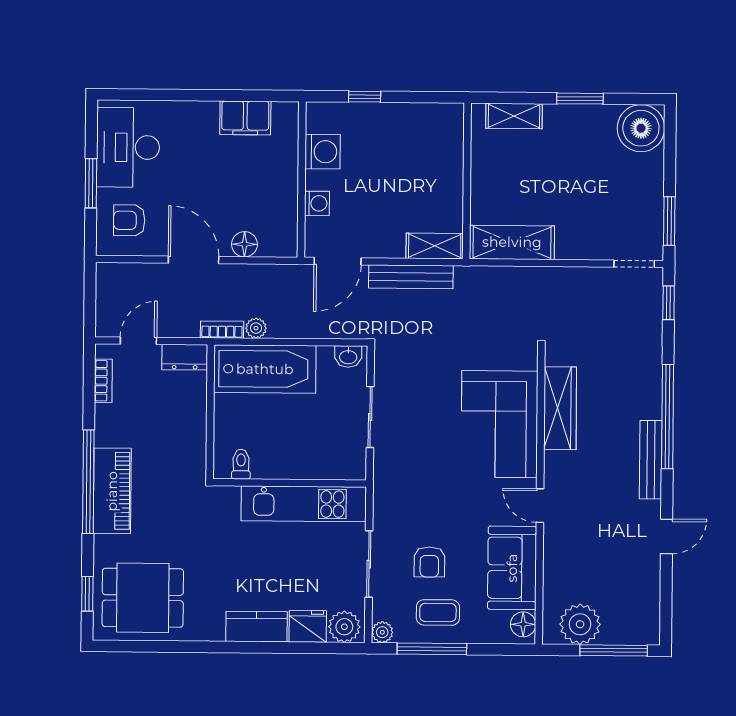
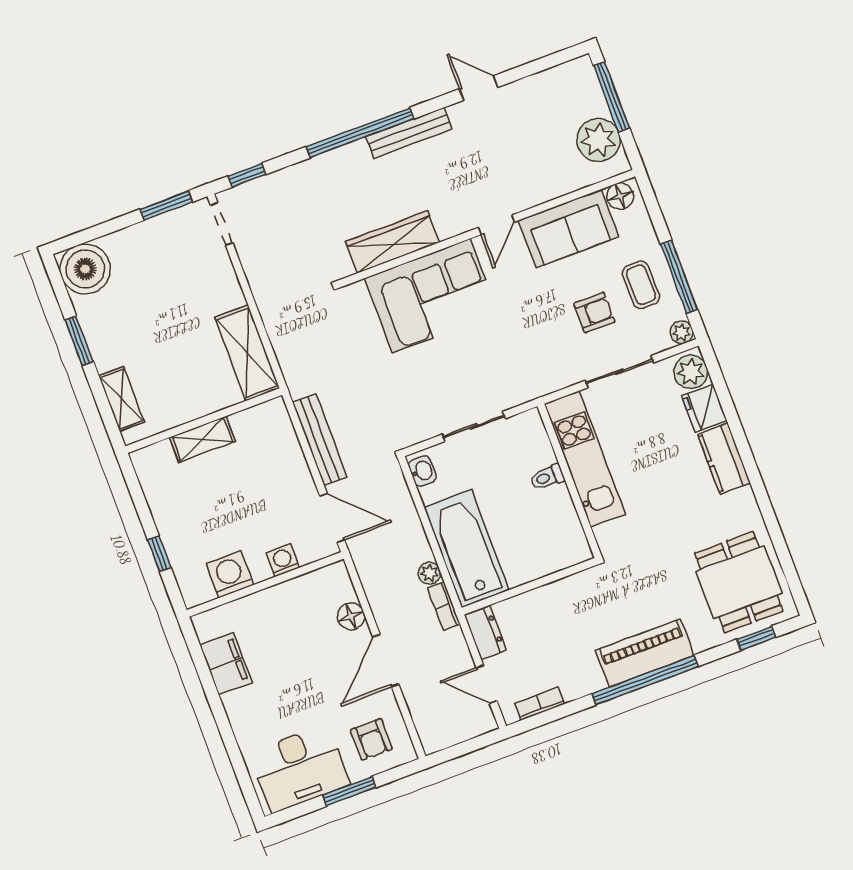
shelving: (435, 246) -> (202, 439), moved, turned 90
toilet: (241, 464) -> (547, 477), moved

